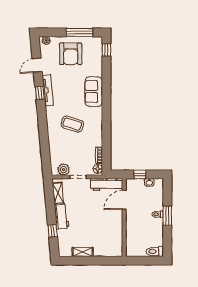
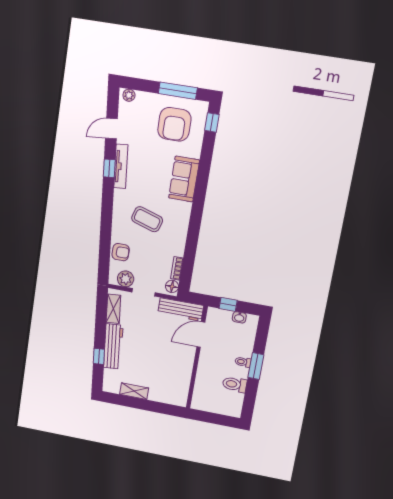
armchair: (71, 54) -> (174, 124), moved
armchair: (57, 151) -> (121, 252), added
workbench: (62, 217) -> (113, 346), width x1.38
toilet: (155, 251) -> (235, 384), moved

